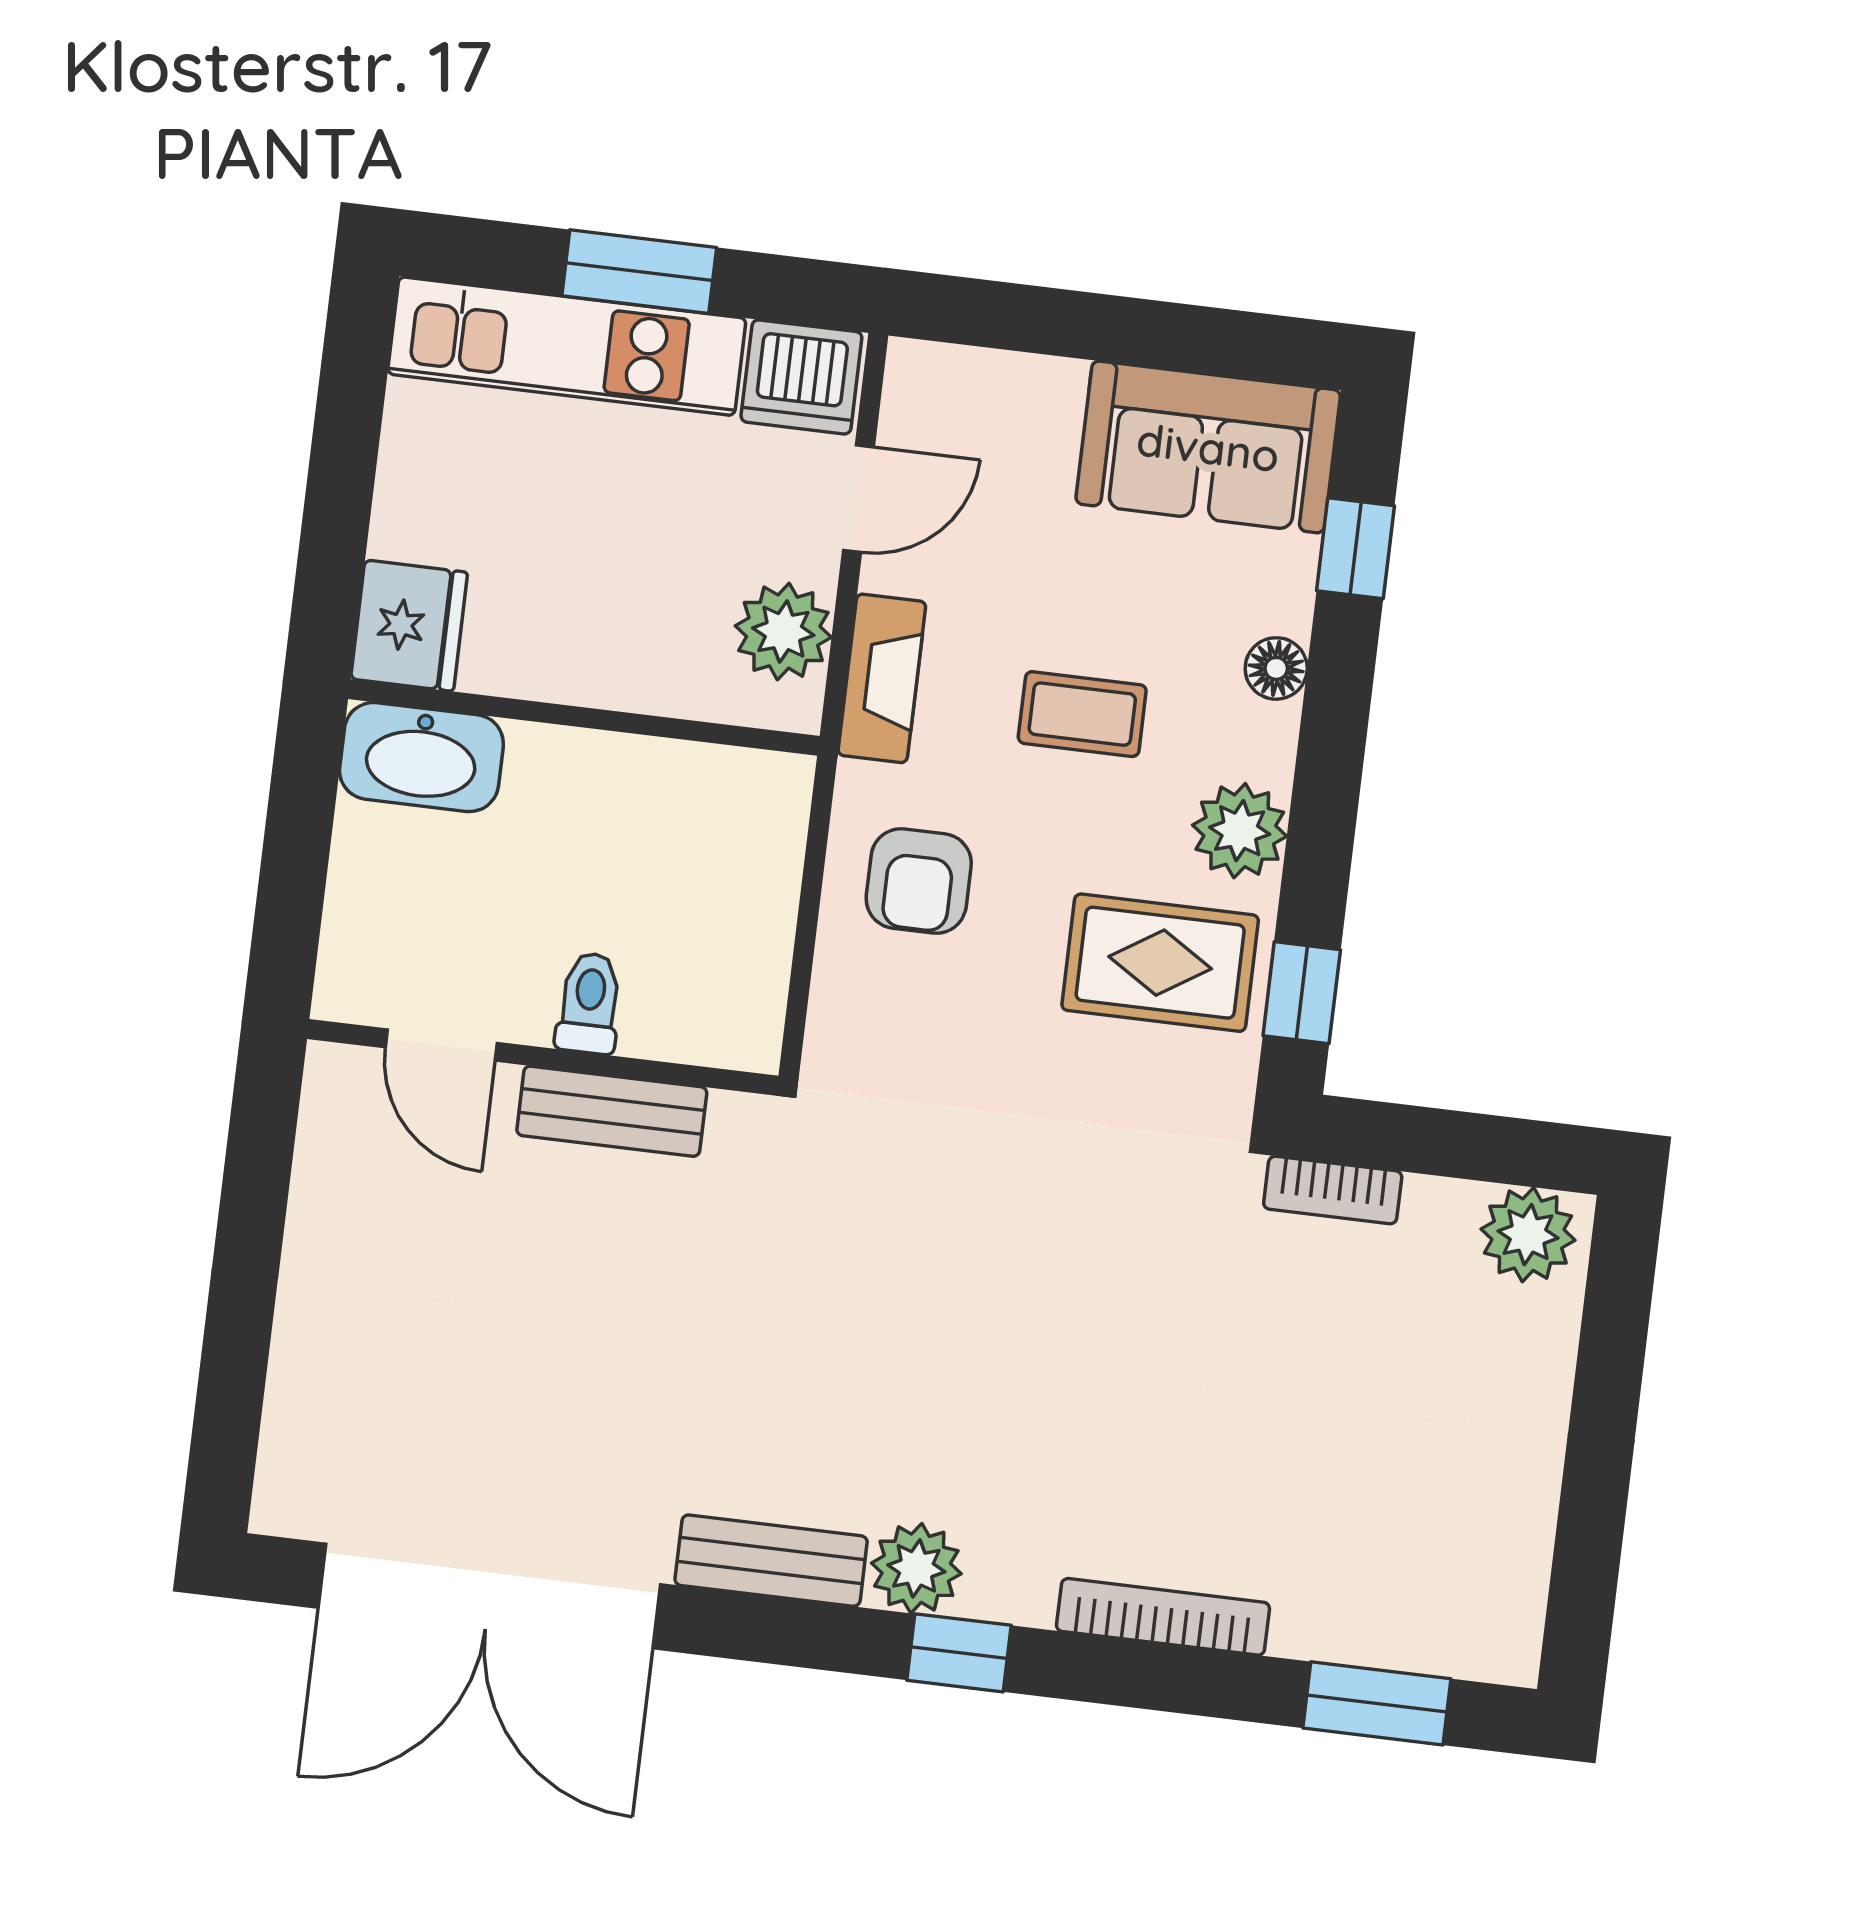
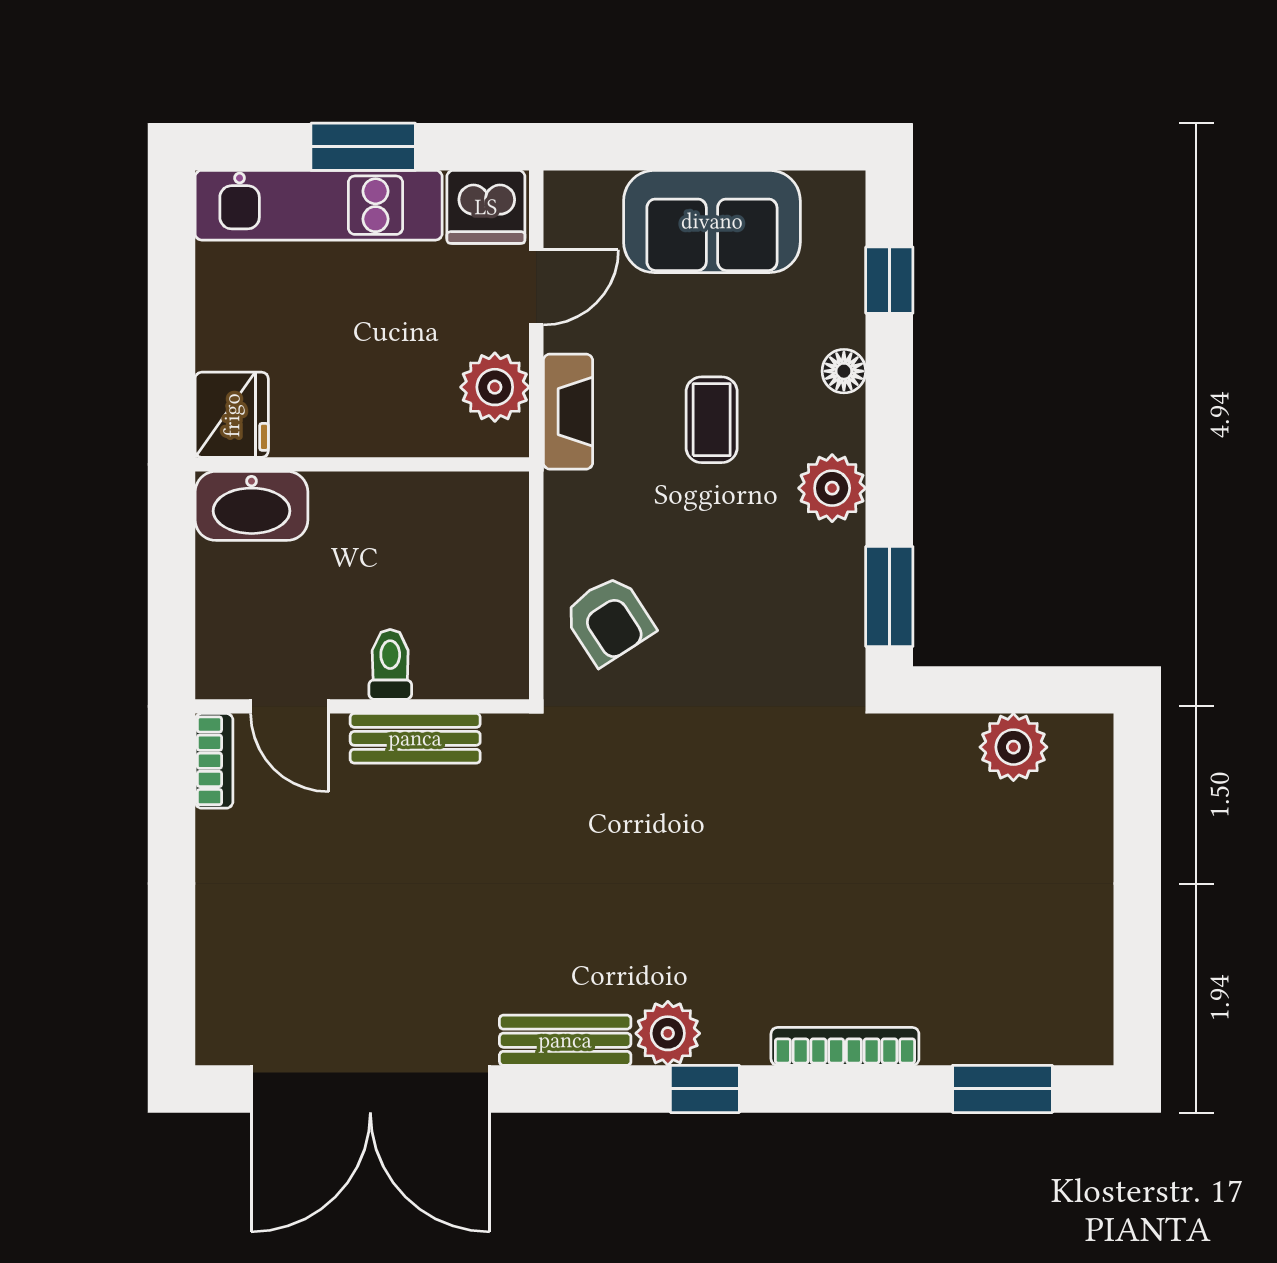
sofa: (1208, 447) -> (712, 221), moved
coffee table: (1082, 714) -> (712, 420), turned 90
armchair: (919, 881) -> (609, 620), moved, turned -33
rug: (1160, 963) -> (787, 588), removed
window: (1302, 993) -> (889, 597), width x1.50
bookcase: (1333, 1190) -> (214, 761), moved, turned -90
plant: (1528, 1235) -> (1013, 747), moved

